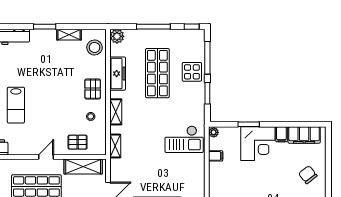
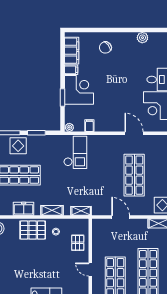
freezer: (118, 74) -> (24, 209), width x0.71
pallet: (93, 89) -> (33, 230), width x1.50, depth x1.42
shelving: (83, 166) -> (98, 238), removed

